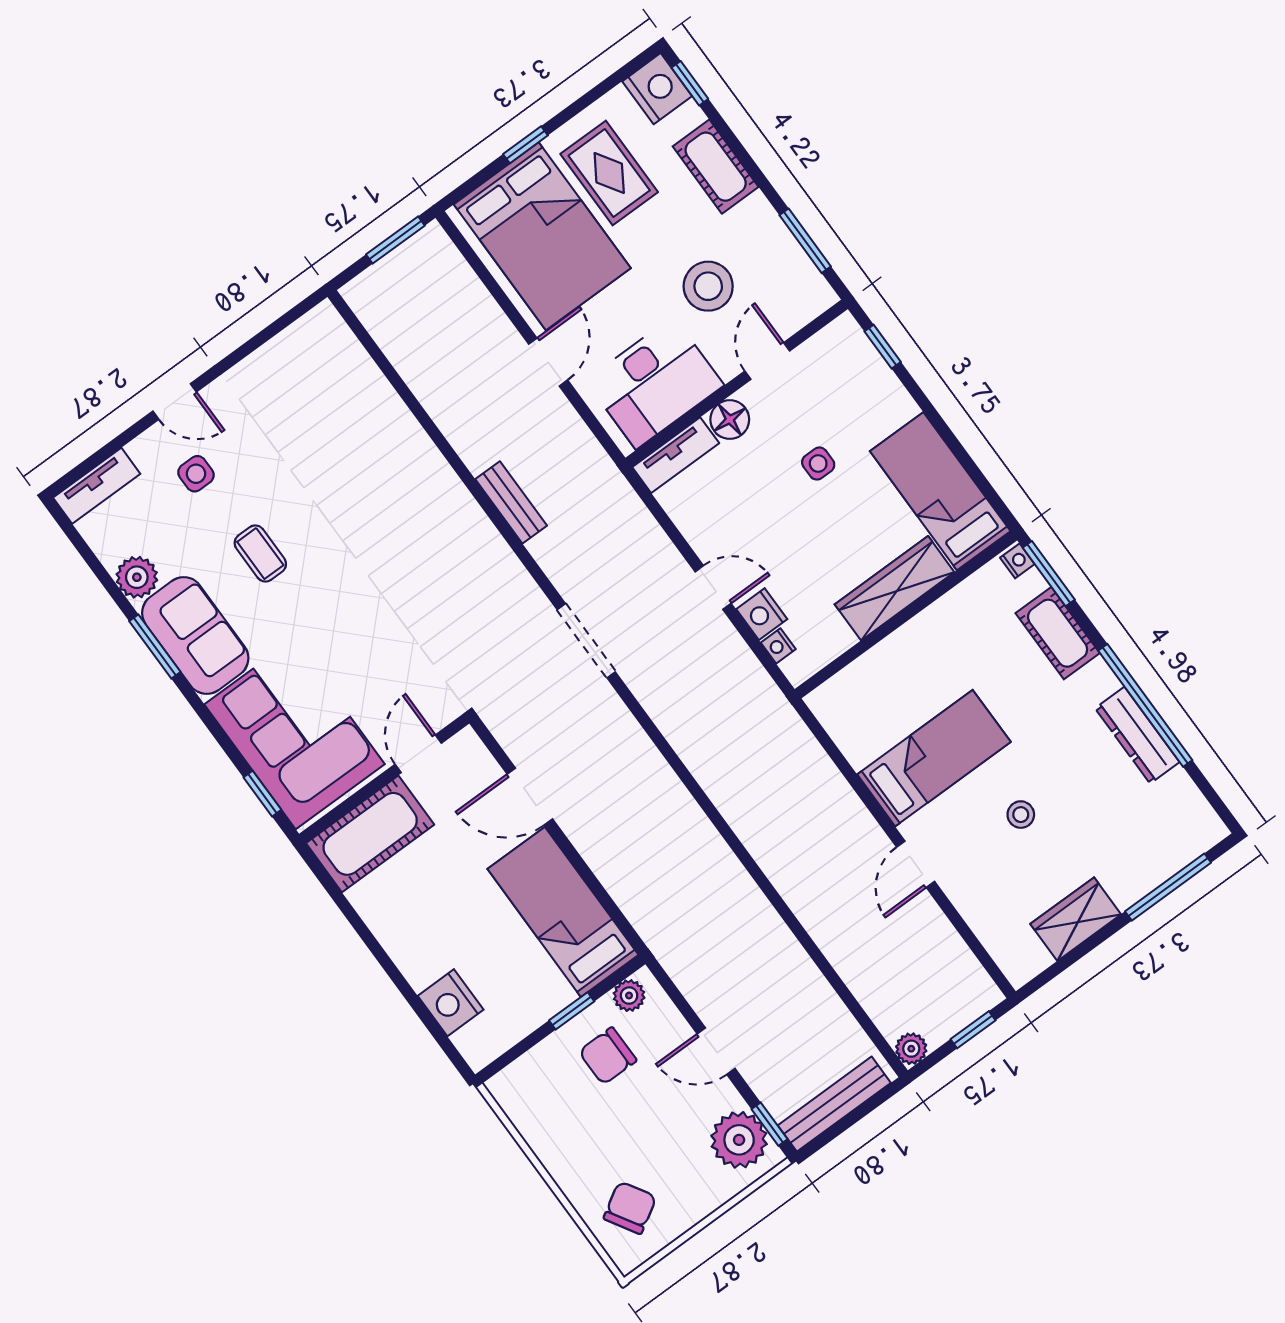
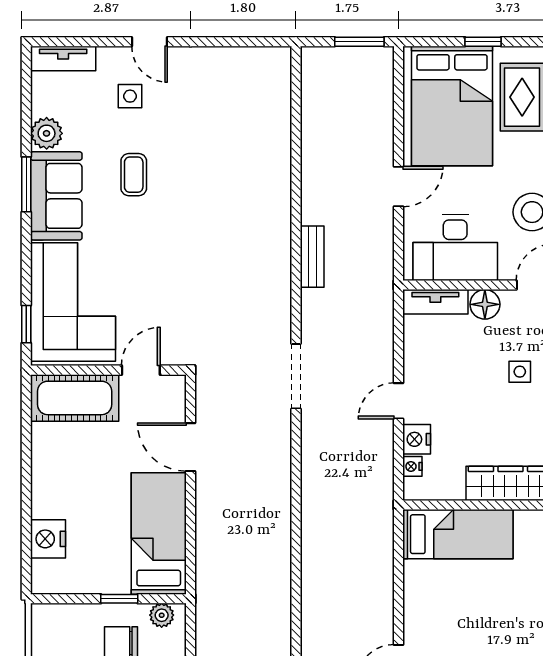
door: (713, 588) -> (399, 401), swing flipped
bed: (934, 758) -> (458, 534), moved

